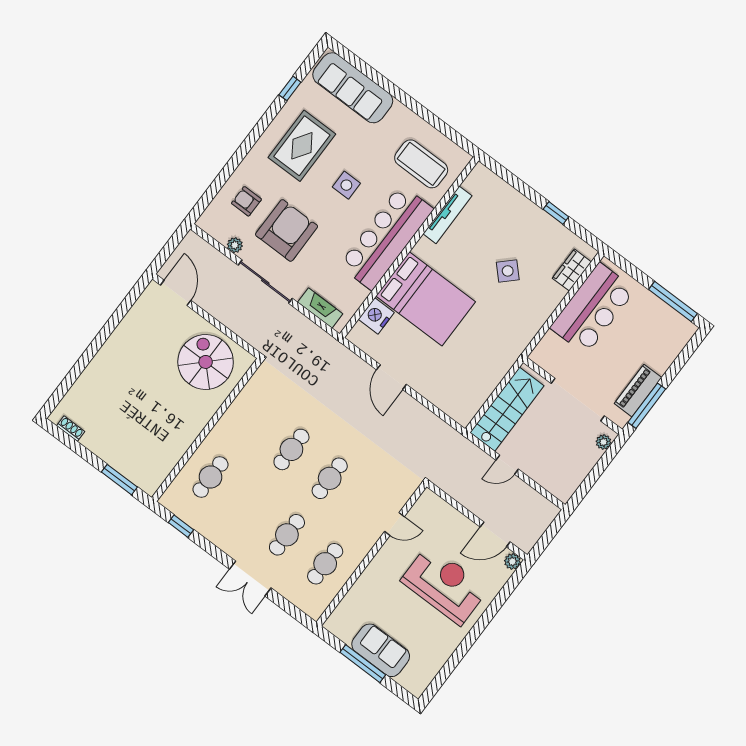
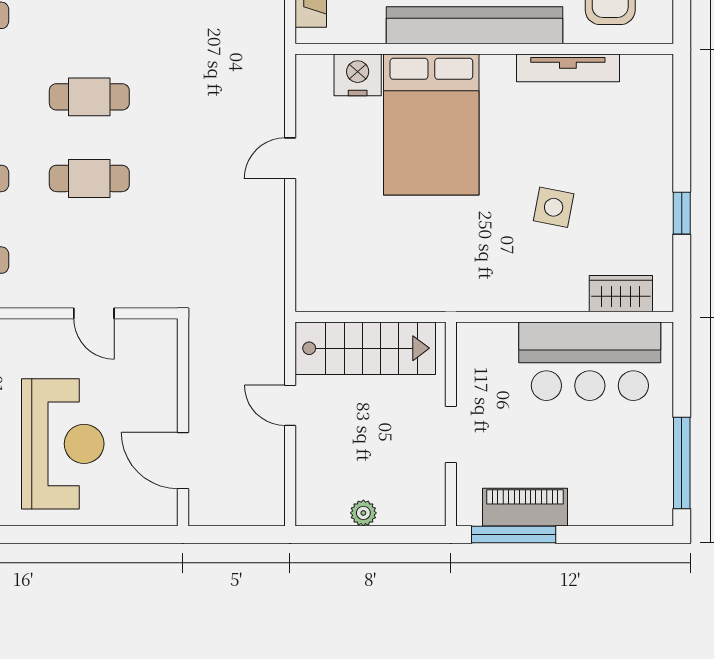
side table: (508, 271) -> (554, 207), turned -35
door: (391, 377) -> (290, 158), width x0.73
doorway: (578, 400) -> (451, 435), width x0.53
plant: (604, 442) -> (363, 513), moved
plant: (512, 562) -> (164, 512), removed

